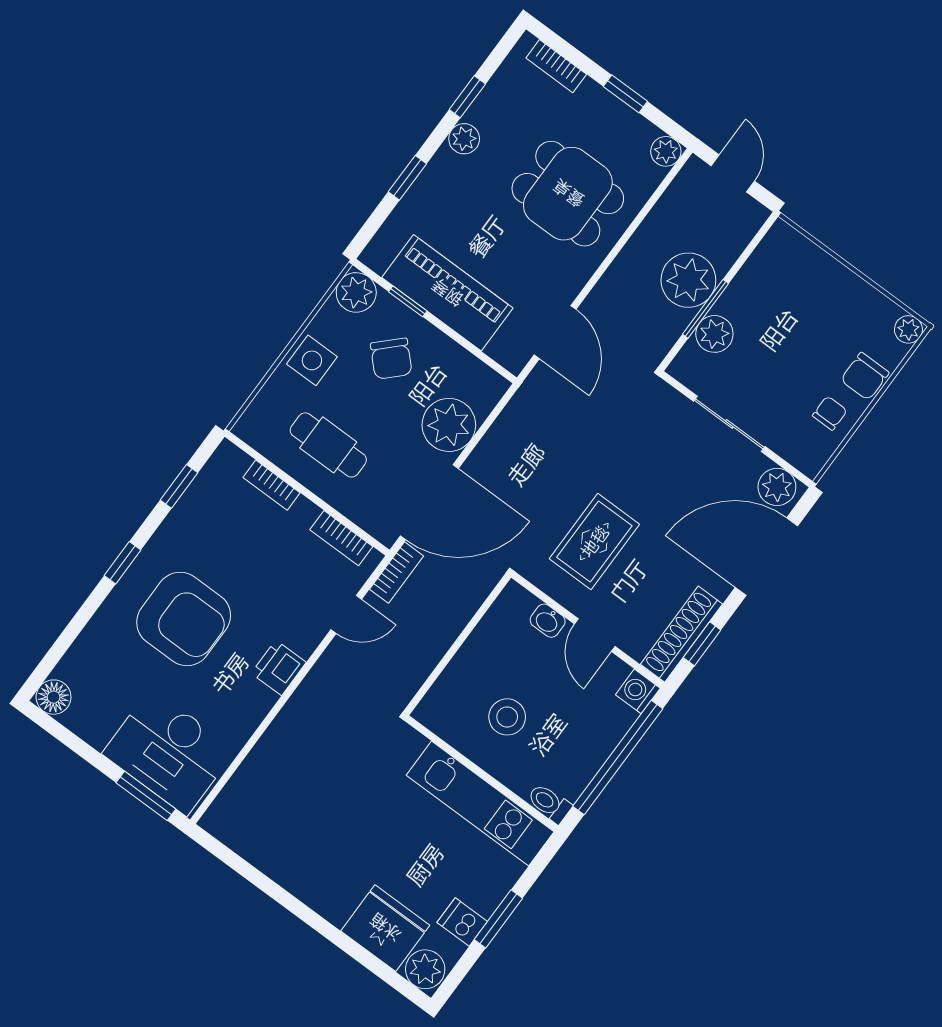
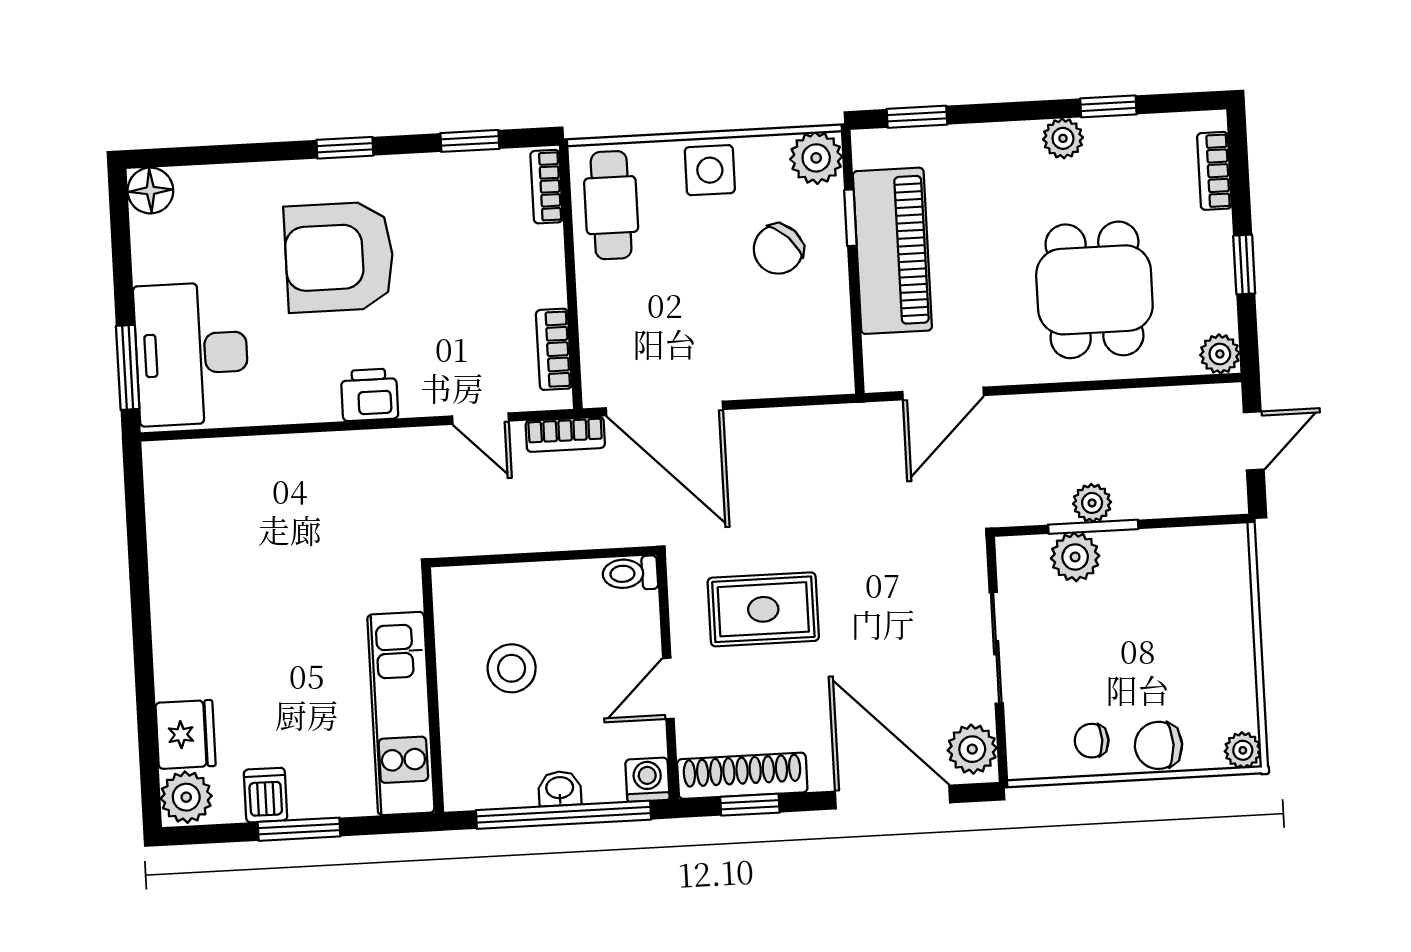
window: (407, 178) -> (917, 117), moved
plant: (688, 280) -> (1092, 503), width x0.53, depth x0.53
chair: (830, 413) -> (1092, 741), turned 180
plant: (449, 425) -> (759, 364), removed
cafe table: (328, 445) -> (611, 205), moved
bookcase: (271, 485) -> (547, 187), moved
armchair: (184, 619) -> (339, 257), turned 90
washbasin: (548, 621) -> (560, 789), moved, turned 90
toilet: (549, 803) -> (630, 573), moved, turned -90
fridge: (385, 928) -> (186, 734), width x0.73, depth x0.75

